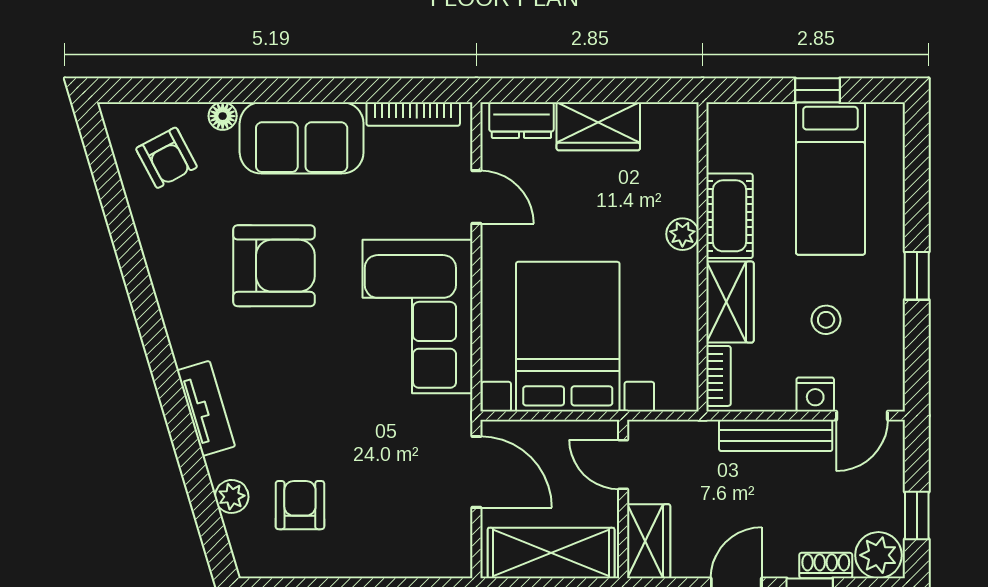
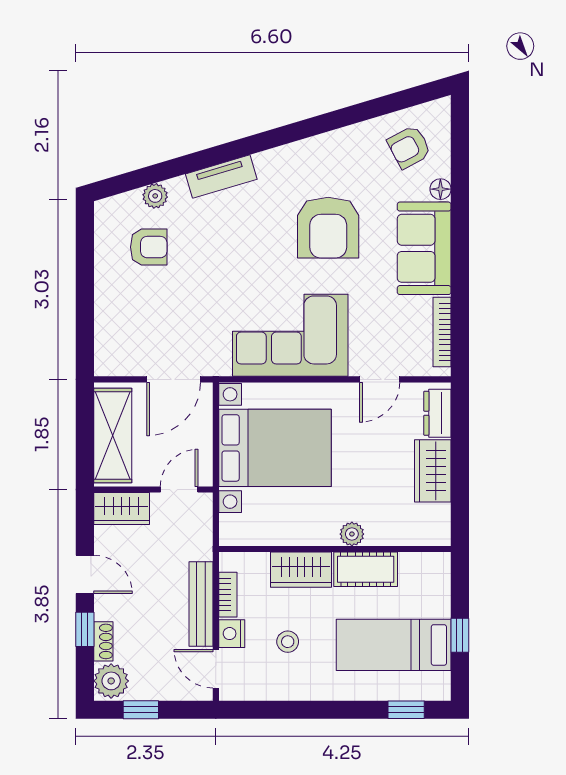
window: (917, 276) -> (406, 710), moved
bookcase: (718, 376) -> (228, 595), moved, turned -90

